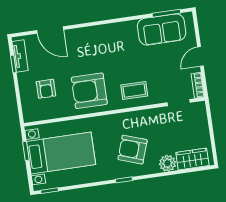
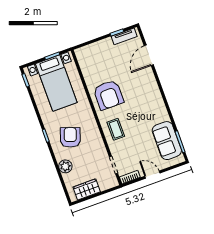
armchair: (46, 89) -> (103, 61), removed
armchair: (89, 91) -> (108, 95), turned 180
wardrobe: (192, 159) -> (87, 189), moved, turned -90

